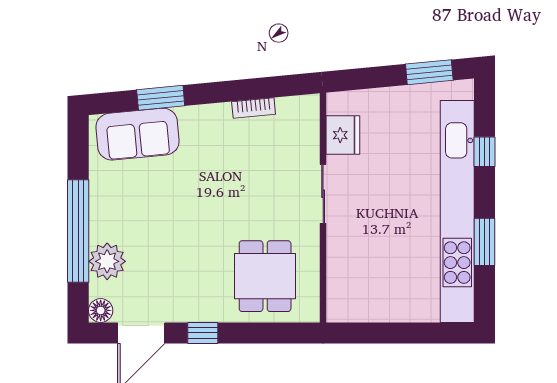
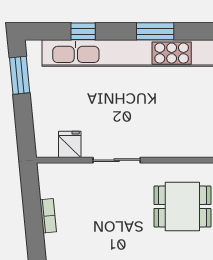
fridge: (343, 135) -> (70, 144), width x0.72

